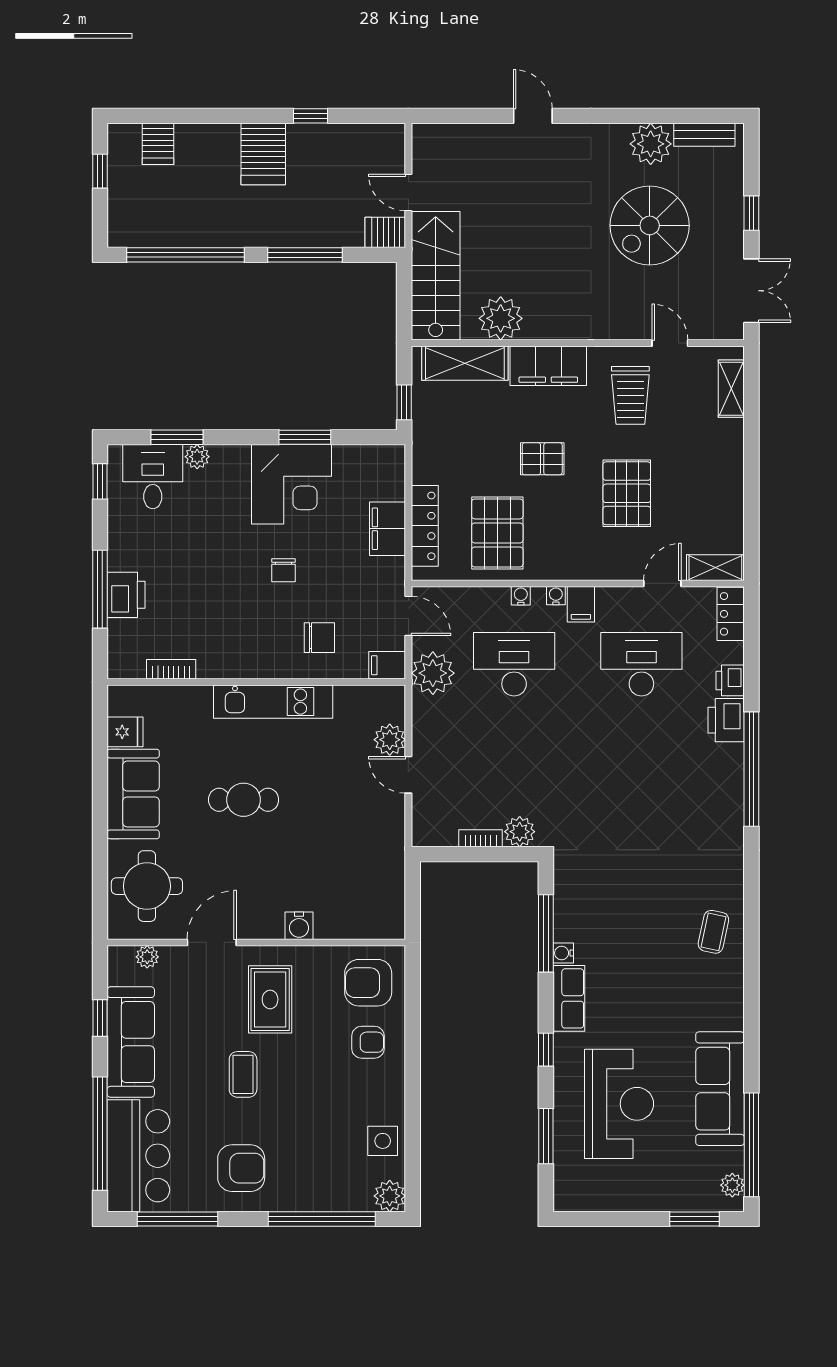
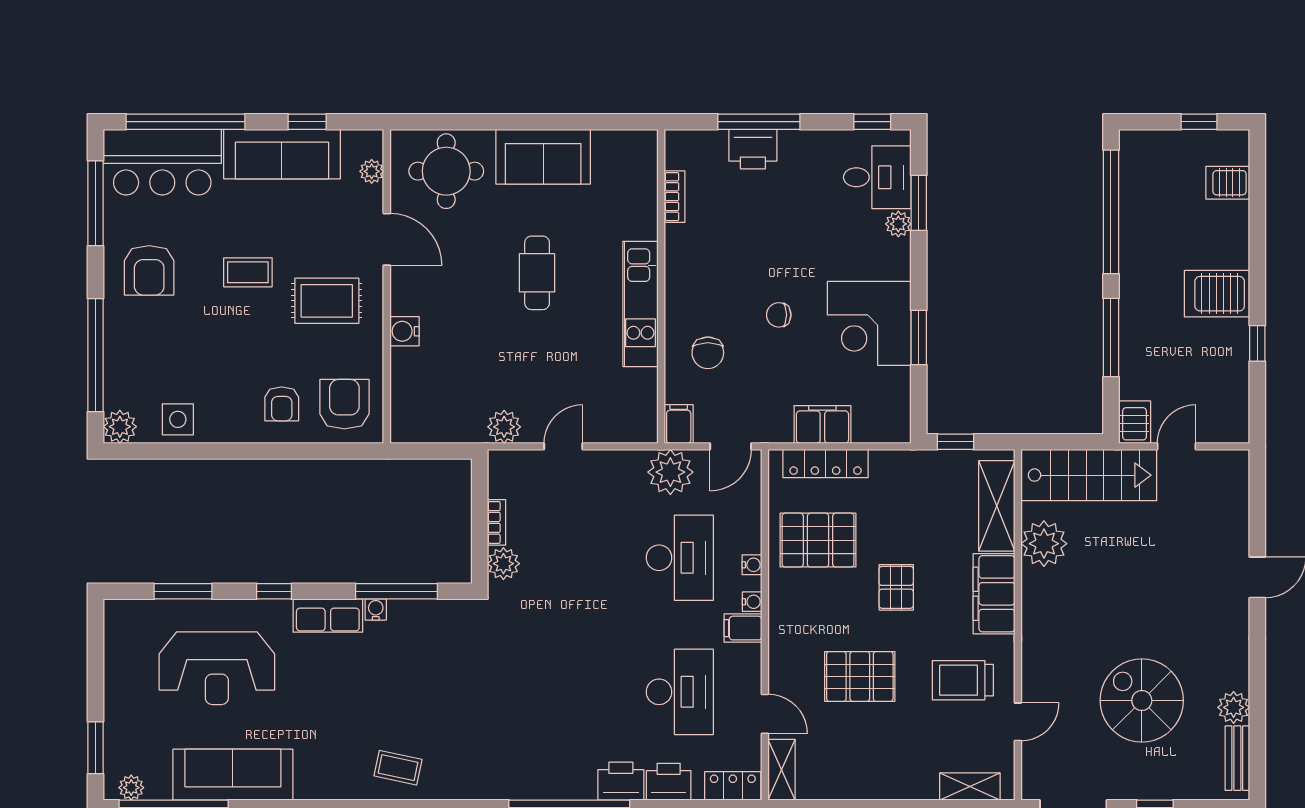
plant: (651, 144) -> (1234, 707), width x0.73, depth x0.73
printer: (730, 680) -> (669, 782), width x1.36, depth x1.24
fridge: (125, 732) -> (609, 148), removed
plant: (390, 740) -> (504, 427), moved

